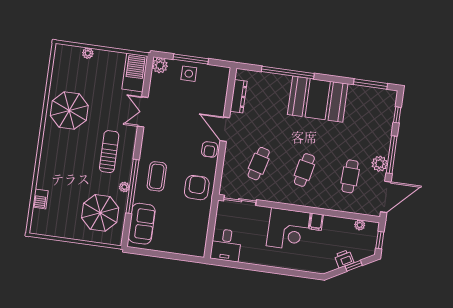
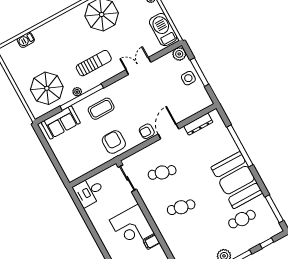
barbecue: (135, 73) -> (163, 30), moved, turned -90
cafe table: (350, 176) -> (242, 219), moved
armchair: (197, 188) -> (114, 142), turned -90

